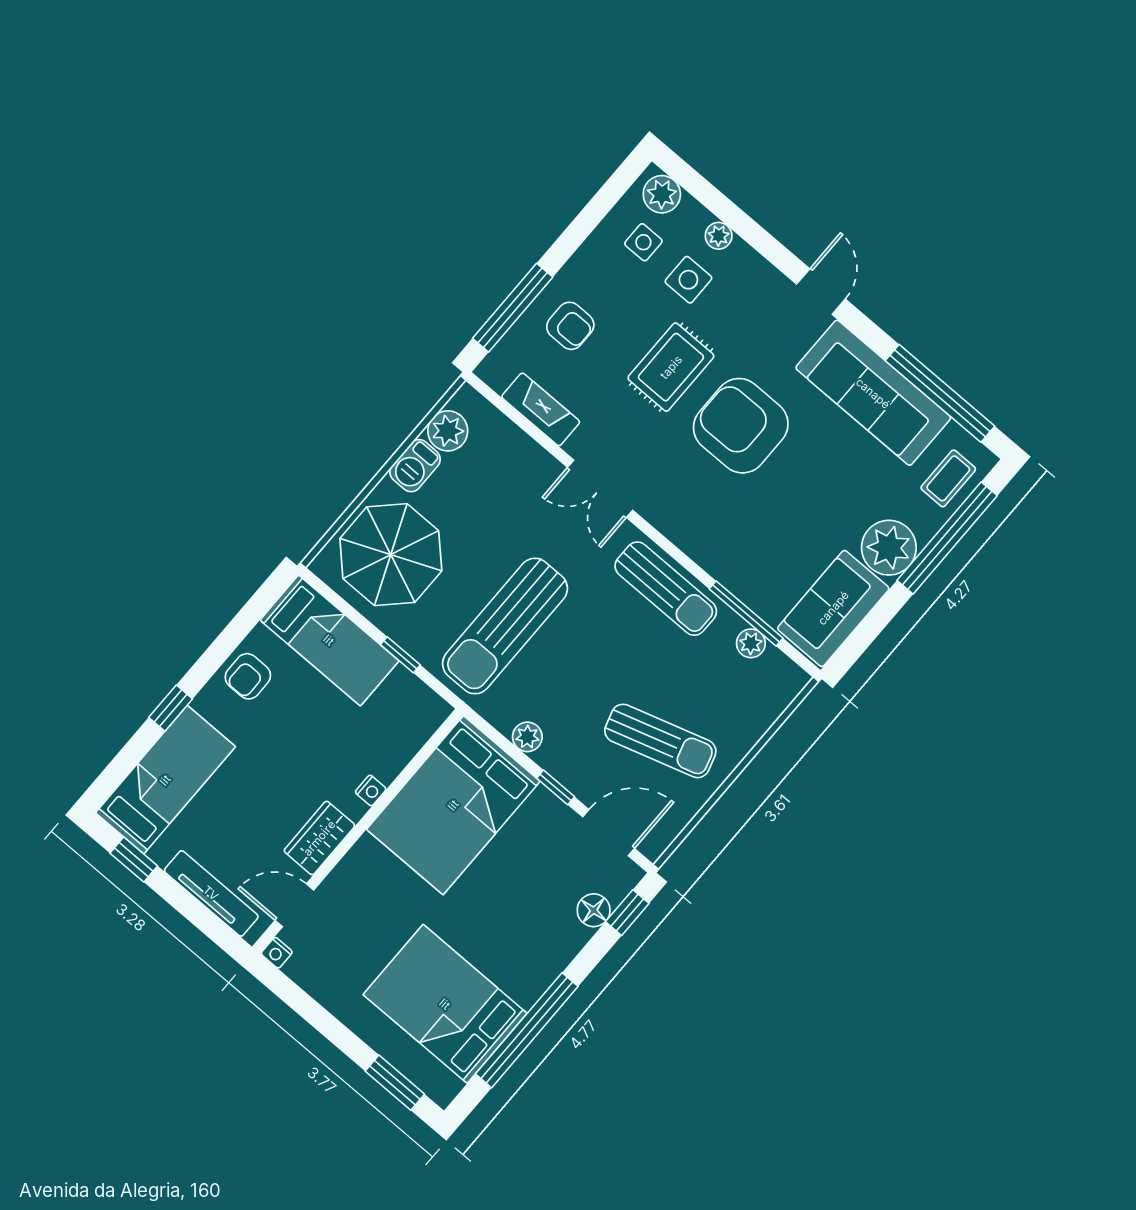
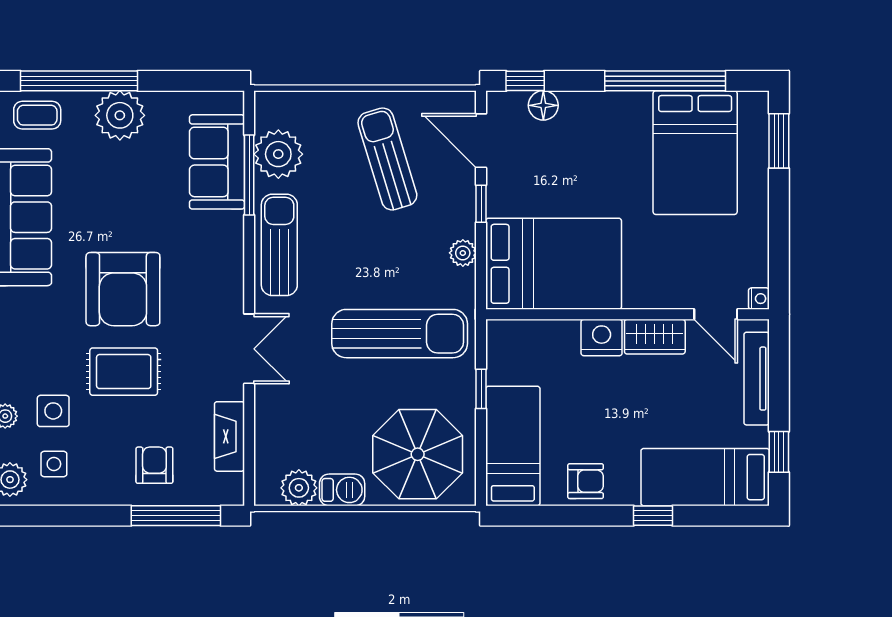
sofa: (833, 608) -> (217, 162), moved, turned 90
plant: (751, 643) -> (278, 154), width x1.88, depth x1.88
nightstand: (371, 791) -> (602, 337), width x1.89, depth x1.79

